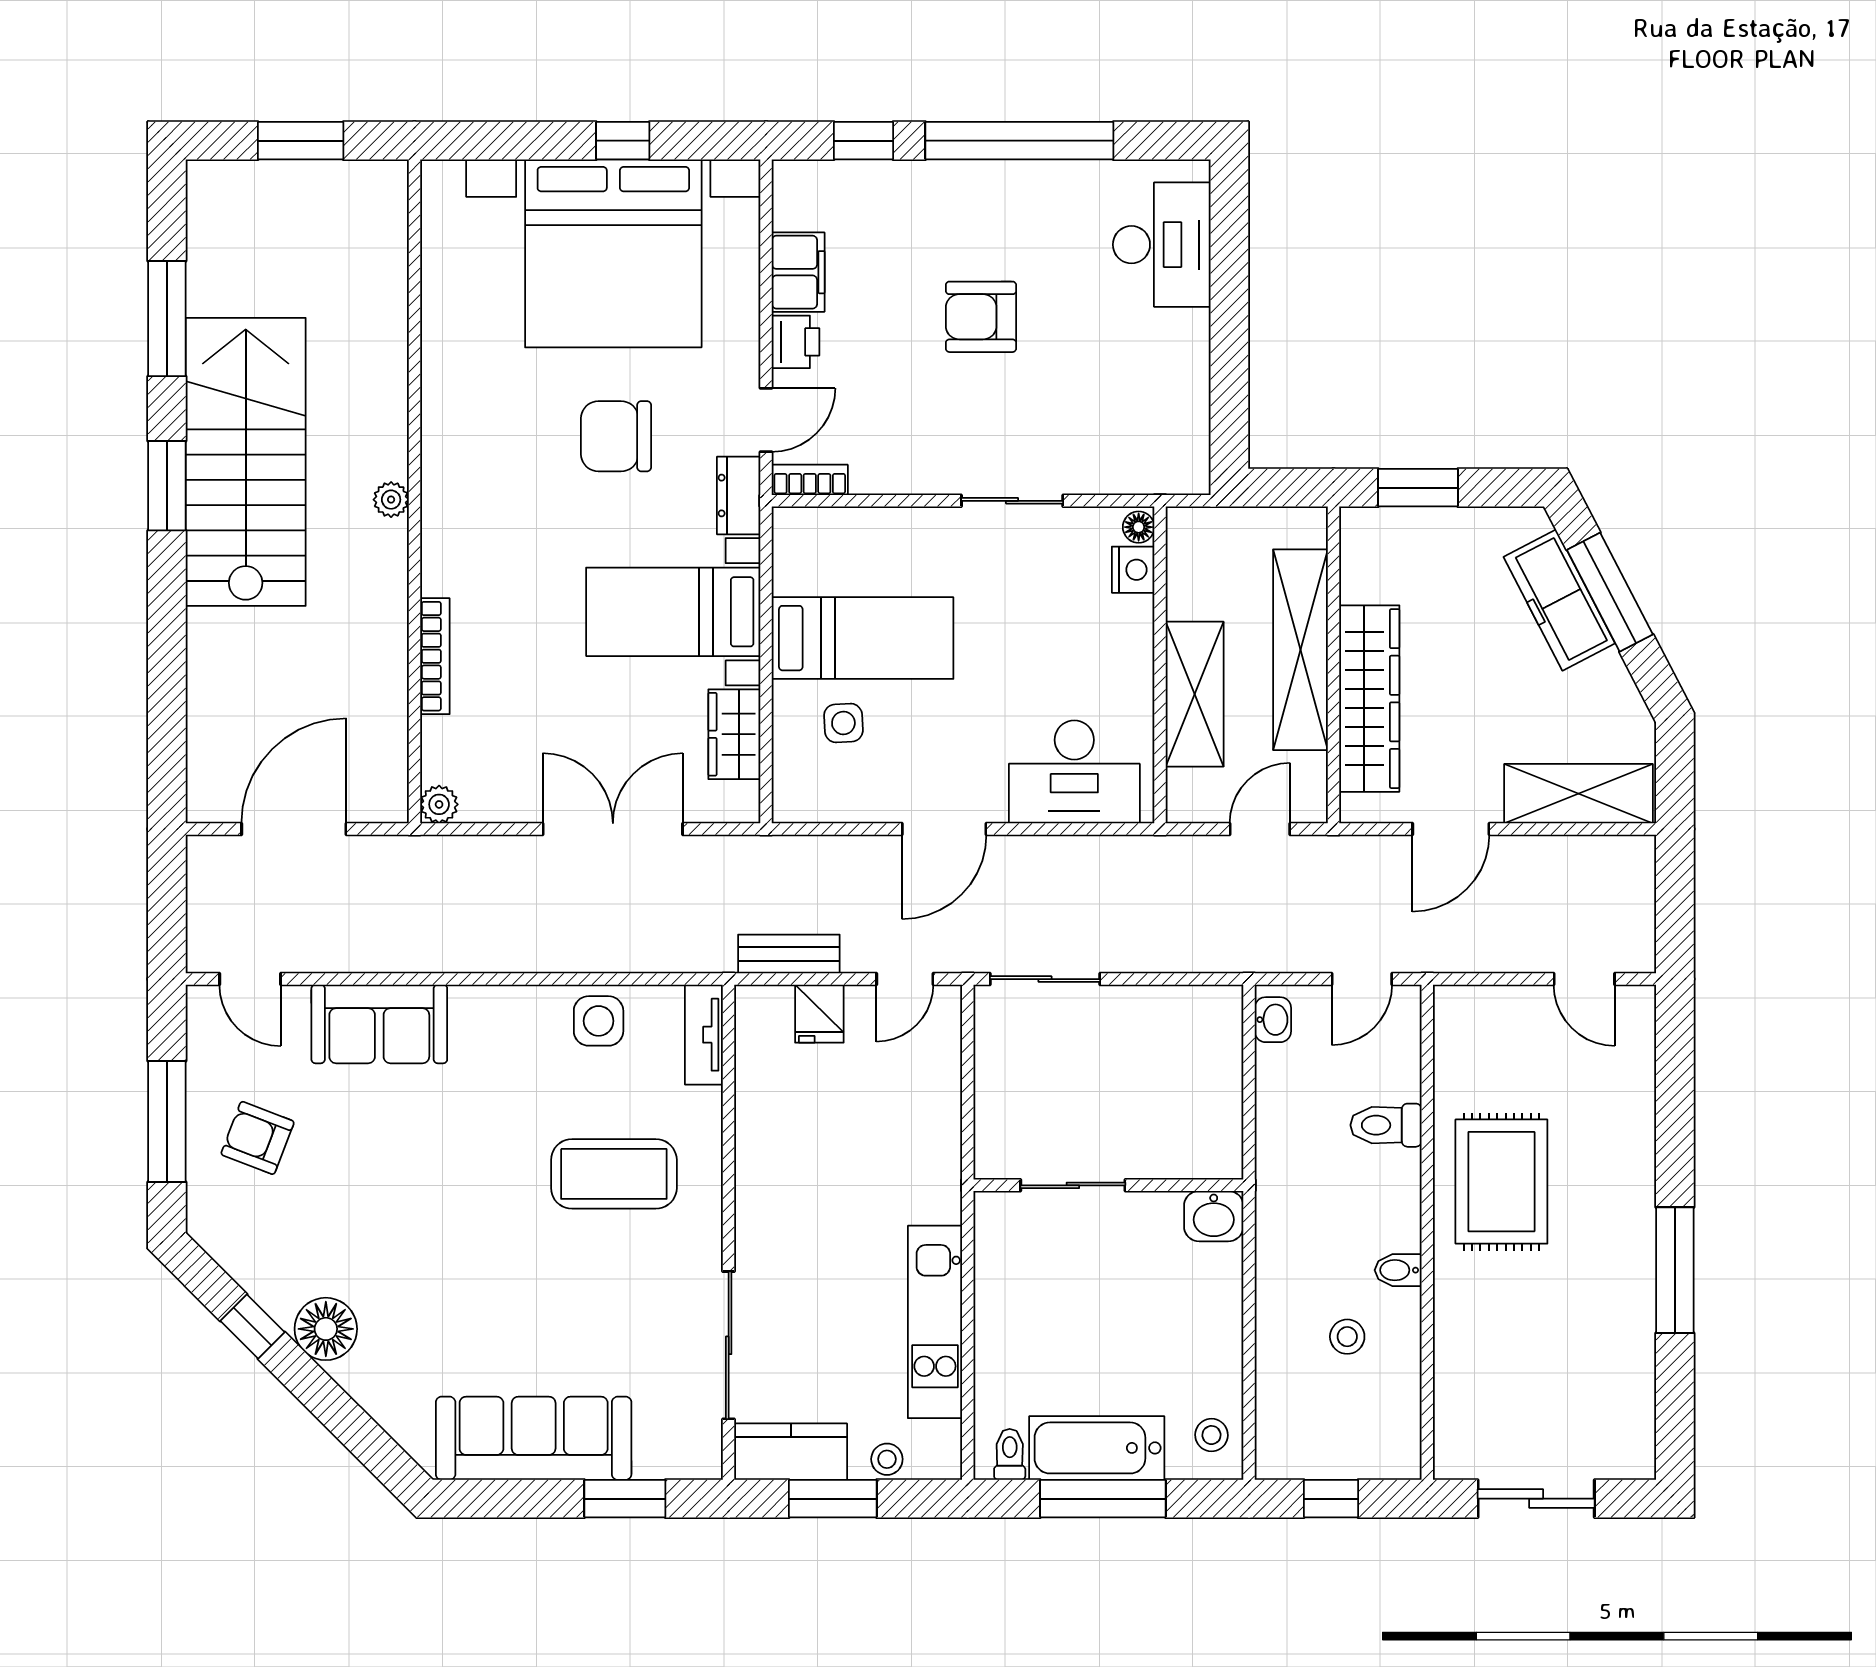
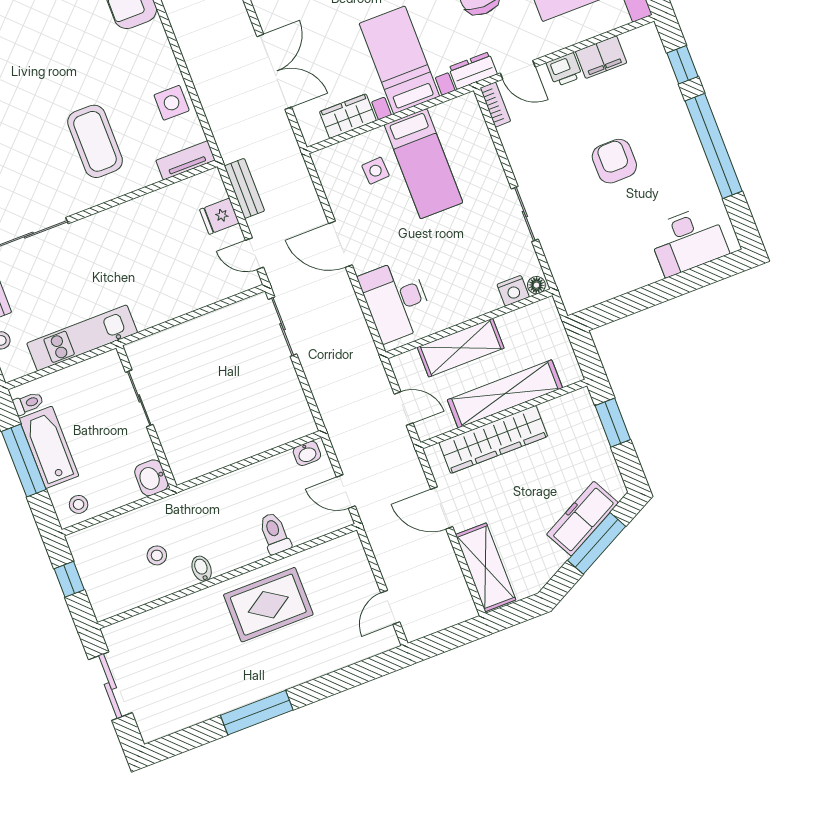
sliding door: (1073, 1185) -> (139, 398), moved
wall: (1108, 1185) -> (146, 417), moved
washbasin: (1214, 1216) -> (151, 478), moved

